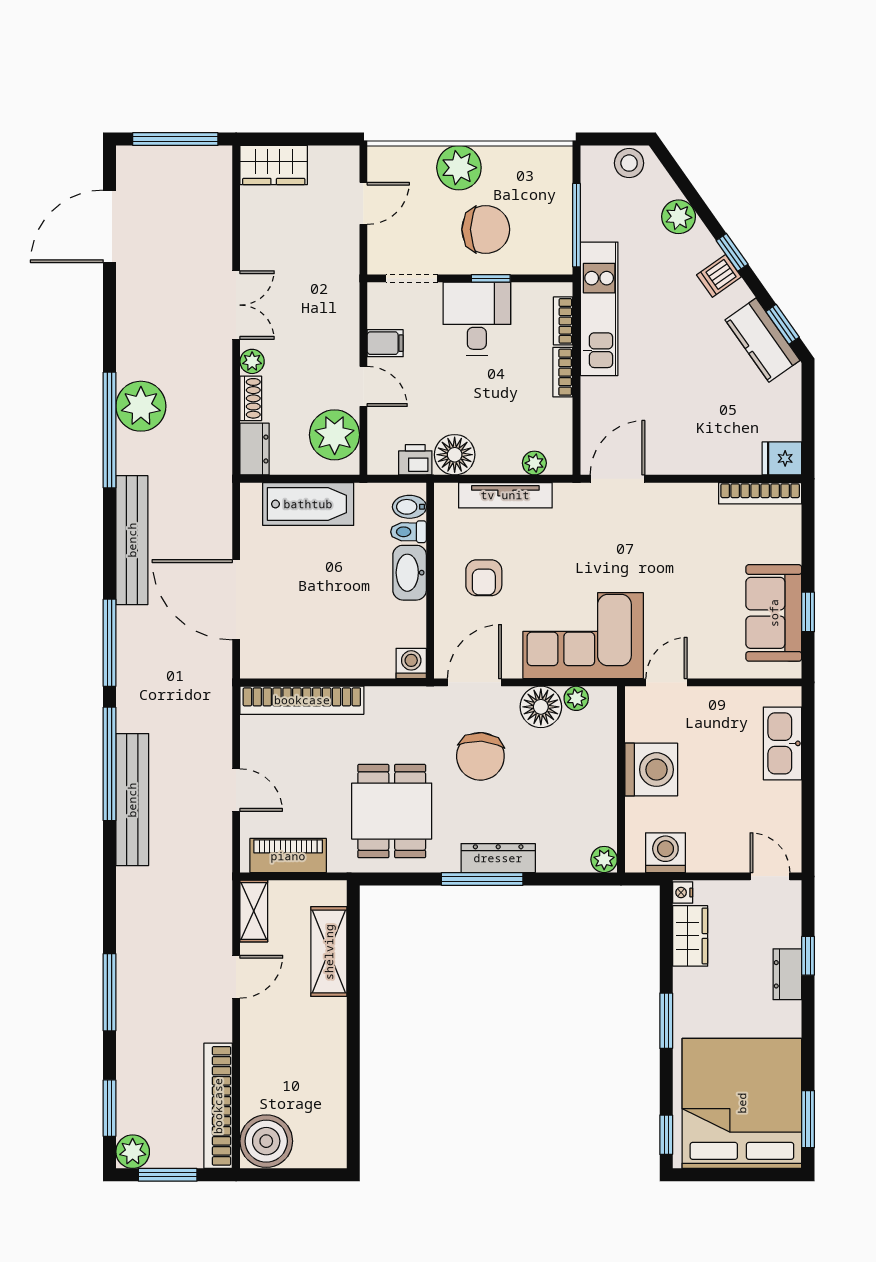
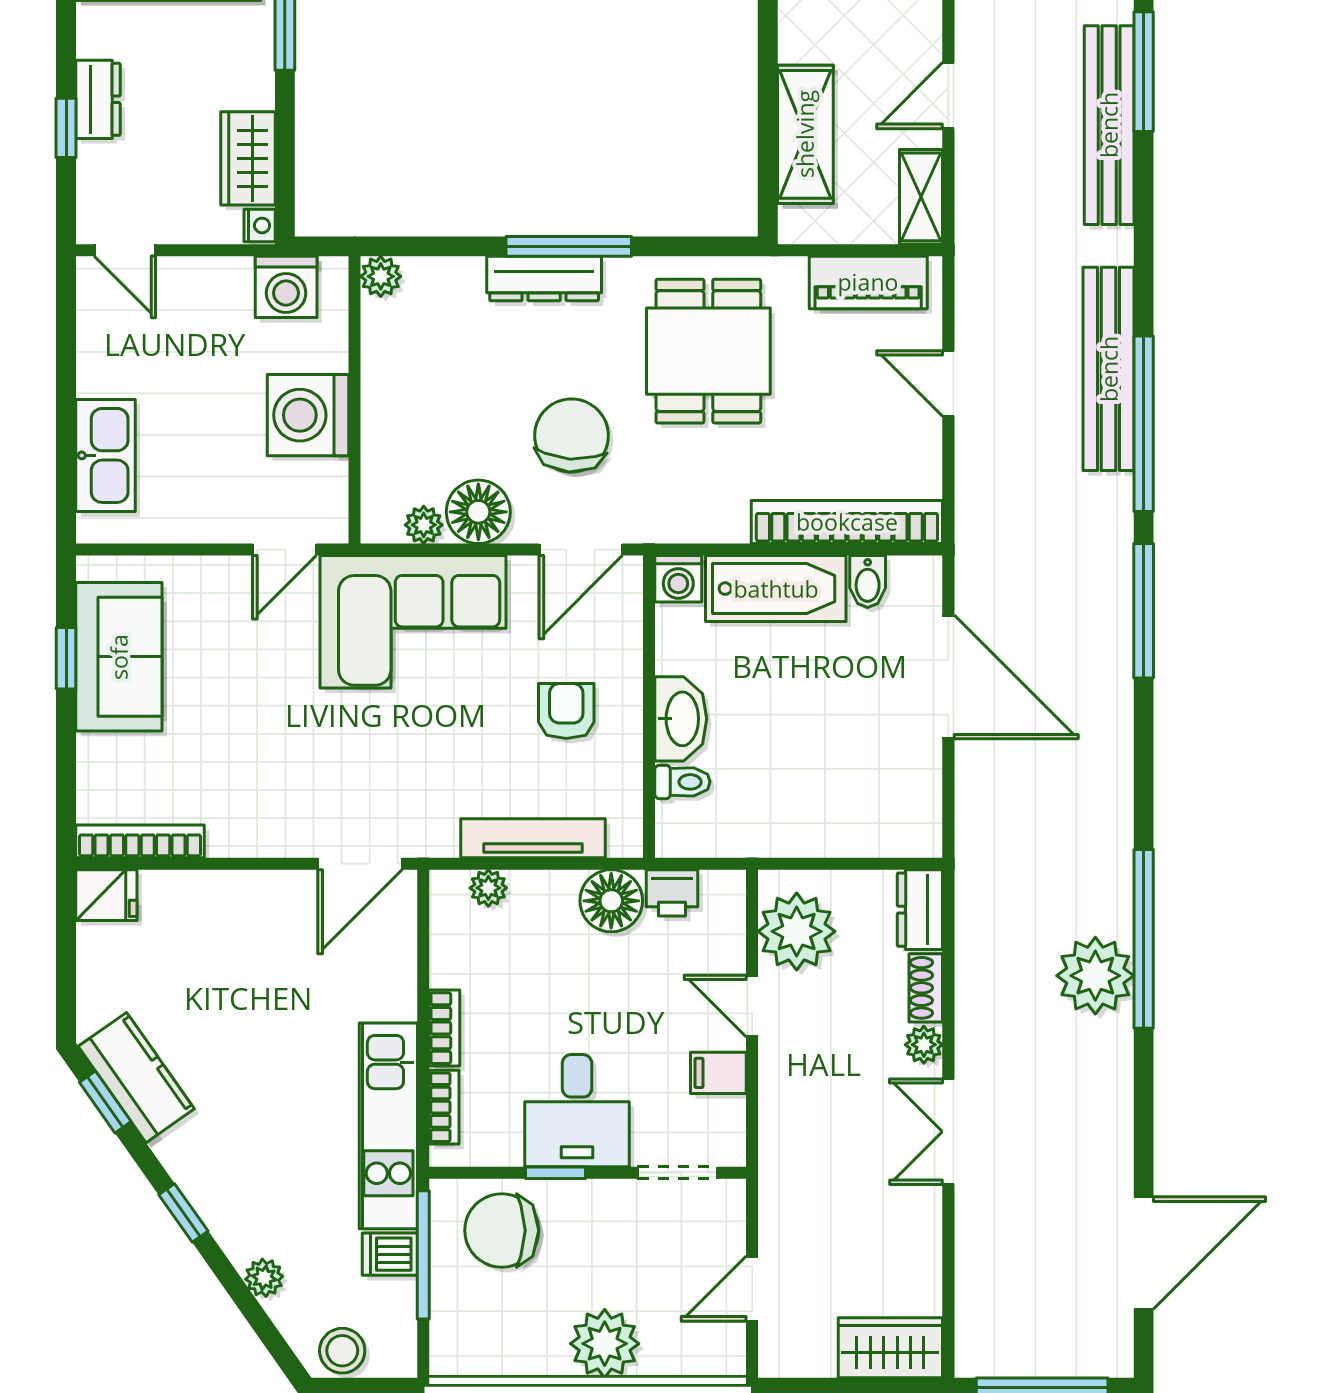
plant: (679, 217) -> (264, 1278), width x0.73, depth x0.73
chair: (486, 229) -> (502, 1230), moved
dishwasher: (719, 276) -> (390, 1254), moved, turned -145
bathtub: (308, 504) -> (776, 589), moved, turned 180
bidet: (409, 507) -> (868, 582), moved, turned 90
bench: (132, 540) -> (1109, 125), moved

